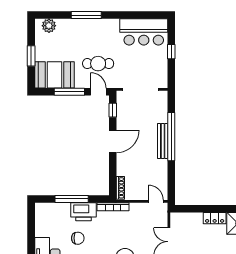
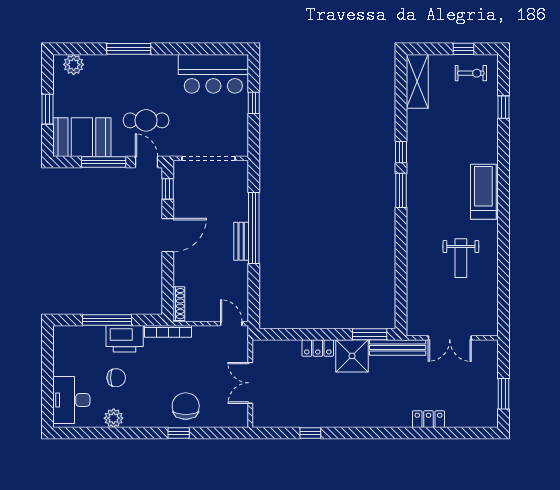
bench: (163, 141) -> (241, 241), width x0.73

